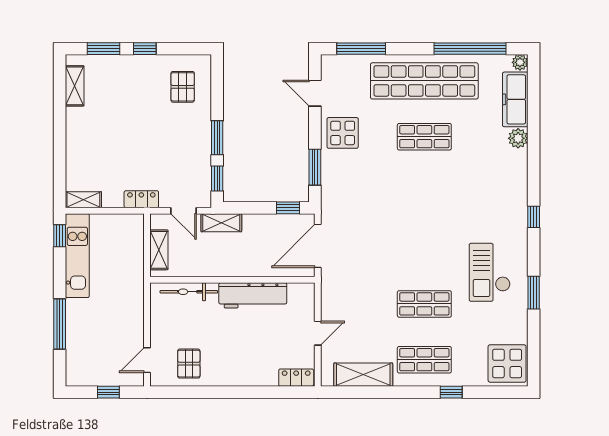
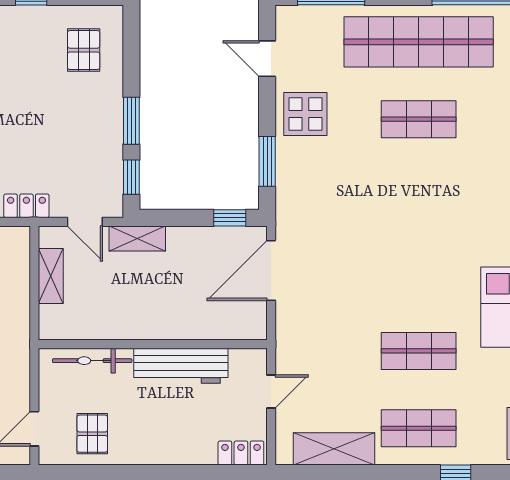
wall: (232, 280) -> (153, 344), moved
bicycle: (189, 292) -> (92, 361), moved
workbench: (253, 295) -> (181, 366), moved

